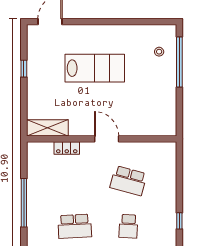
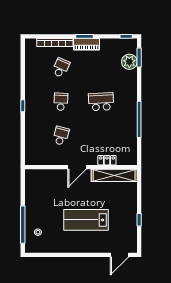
shelving: (47, 128) -> (114, 175), width x1.47
door: (107, 139) -> (77, 167), hinge flipped
school desk: (128, 181) -> (61, 136), width x0.54

